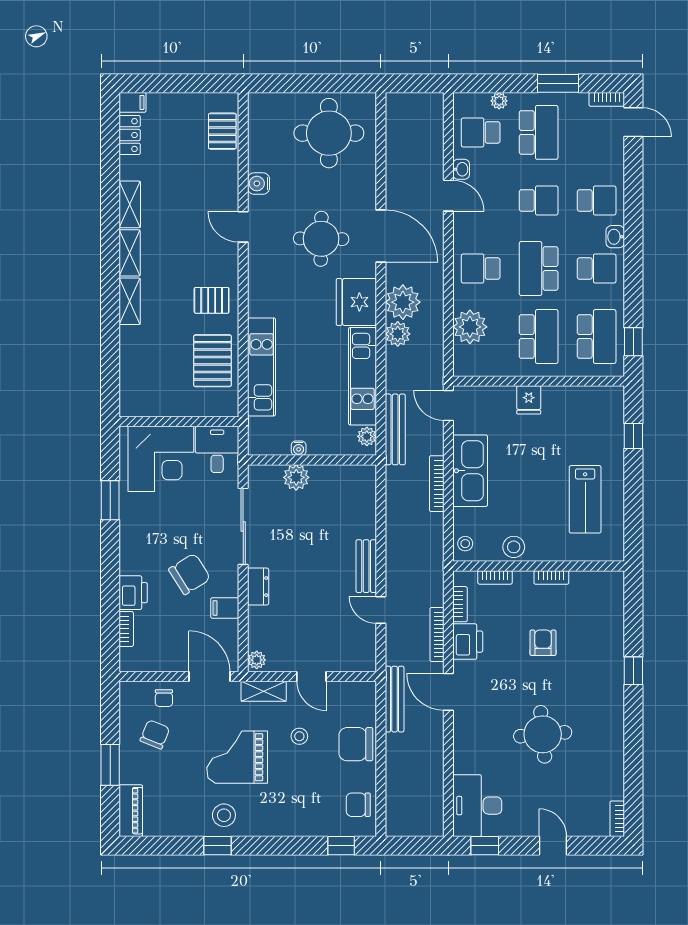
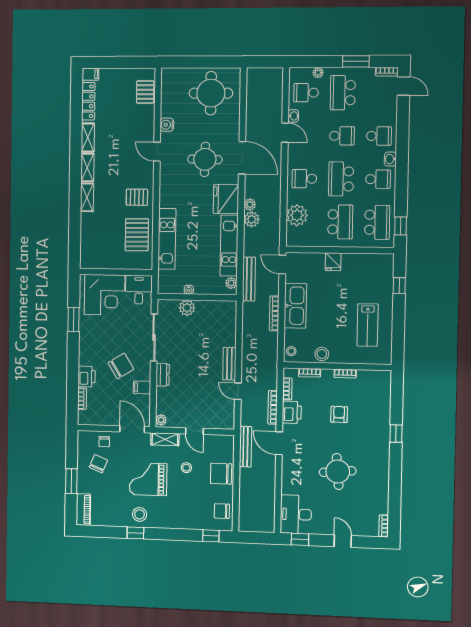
school desk: (539, 132) -> (343, 93), turned 180
locker: (130, 135) -> (88, 101), width x1.53
plant: (403, 302) -> (250, 204), width x0.53, depth x0.53

